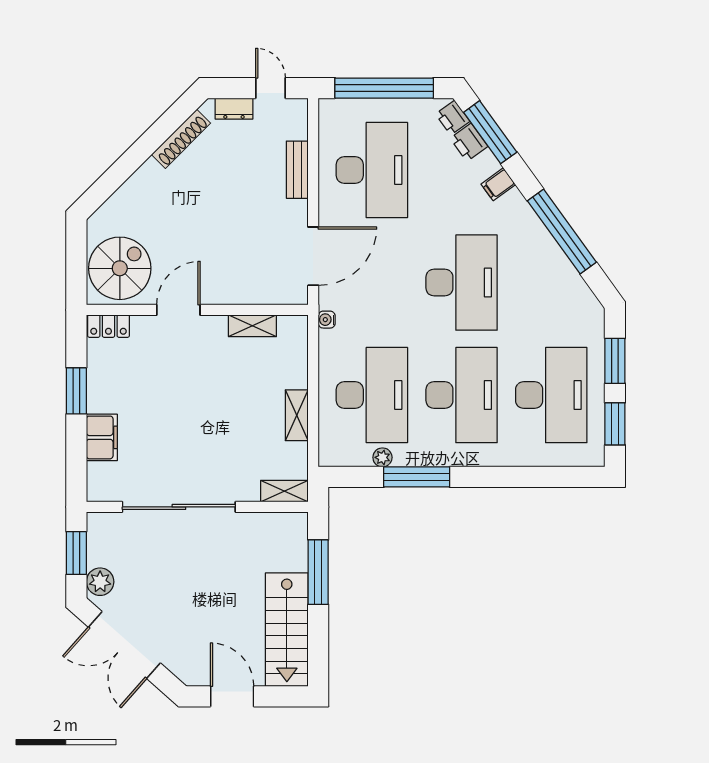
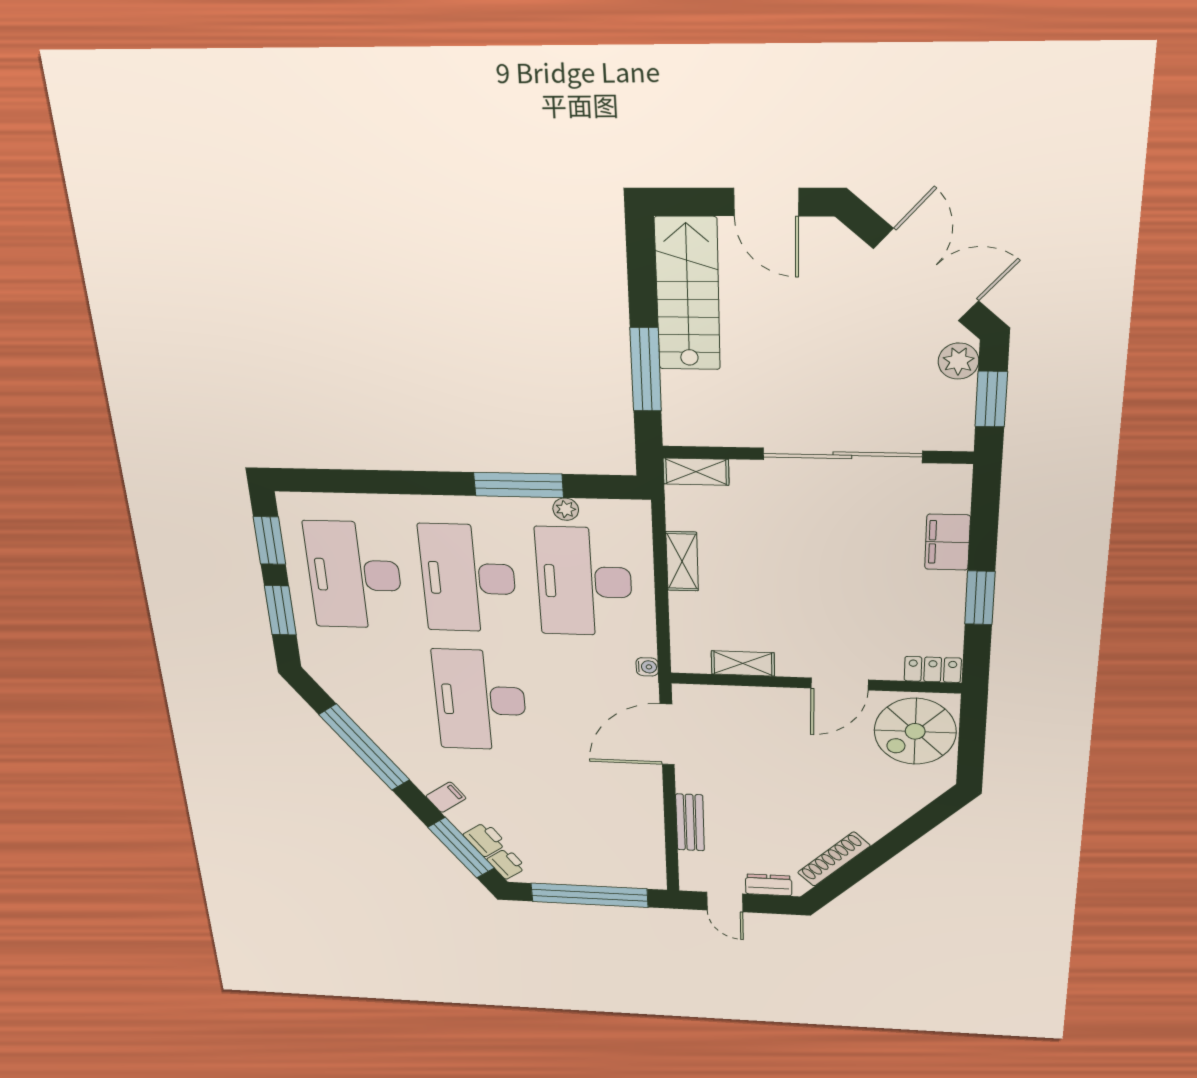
desk: (372, 170) -> (599, 818), removed

